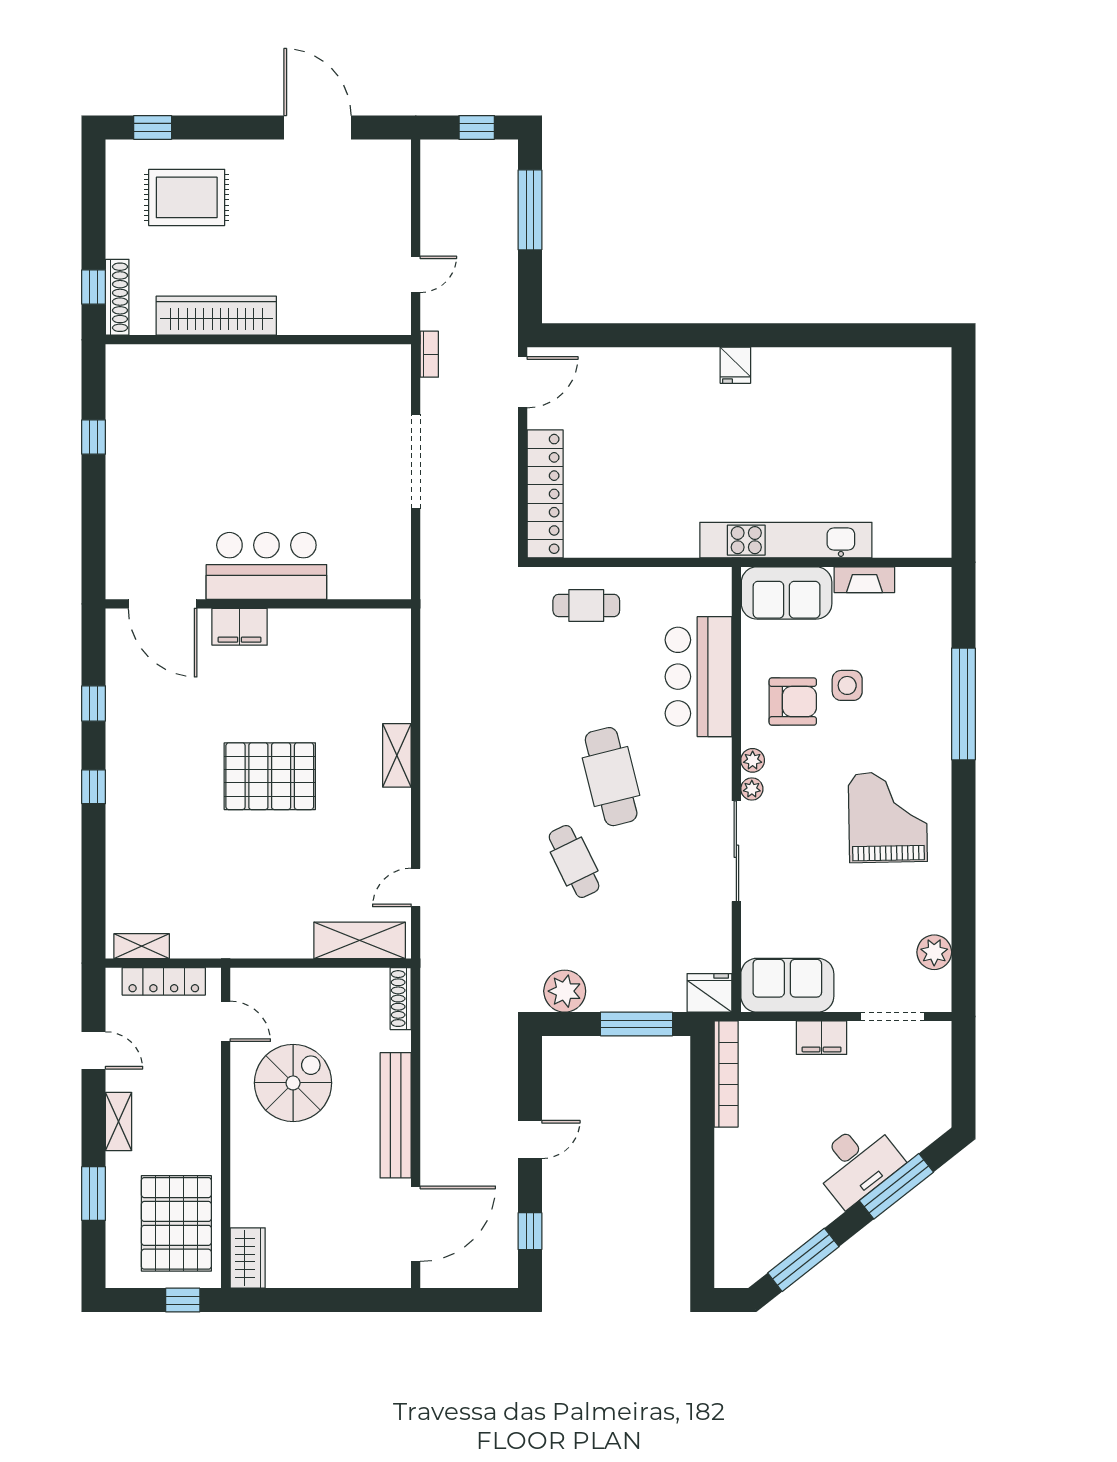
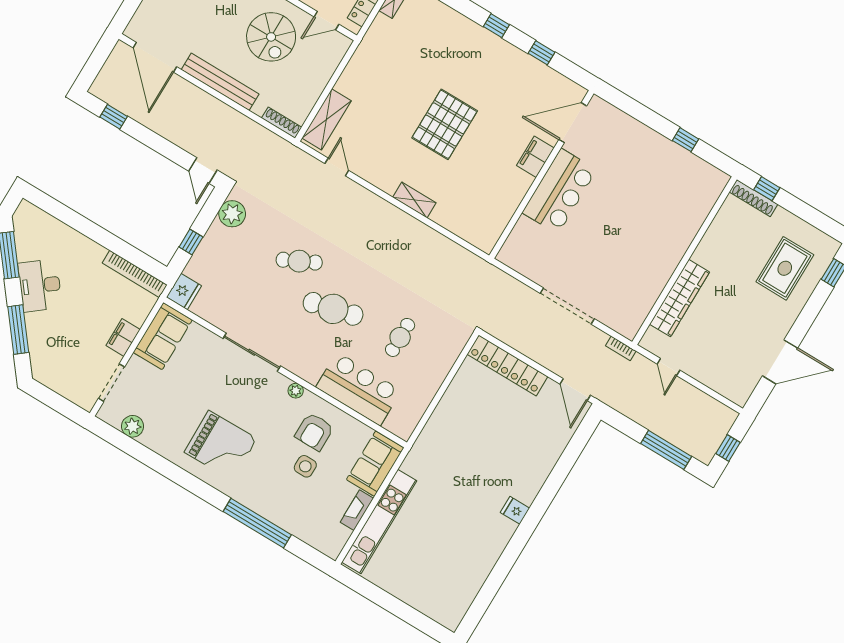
wardrobe: (216, 316) -> (680, 298), moved
kitchen unit: (786, 540) -> (379, 522), moved
cafe table: (586, 605) -> (400, 337), moved
plant: (752, 789) -> (280, 381), removed
window: (636, 1024) -> (191, 242), width x0.46
door: (530, 1139) -> (203, 170), moved
desk: (857, 1163) -> (40, 285), moved

